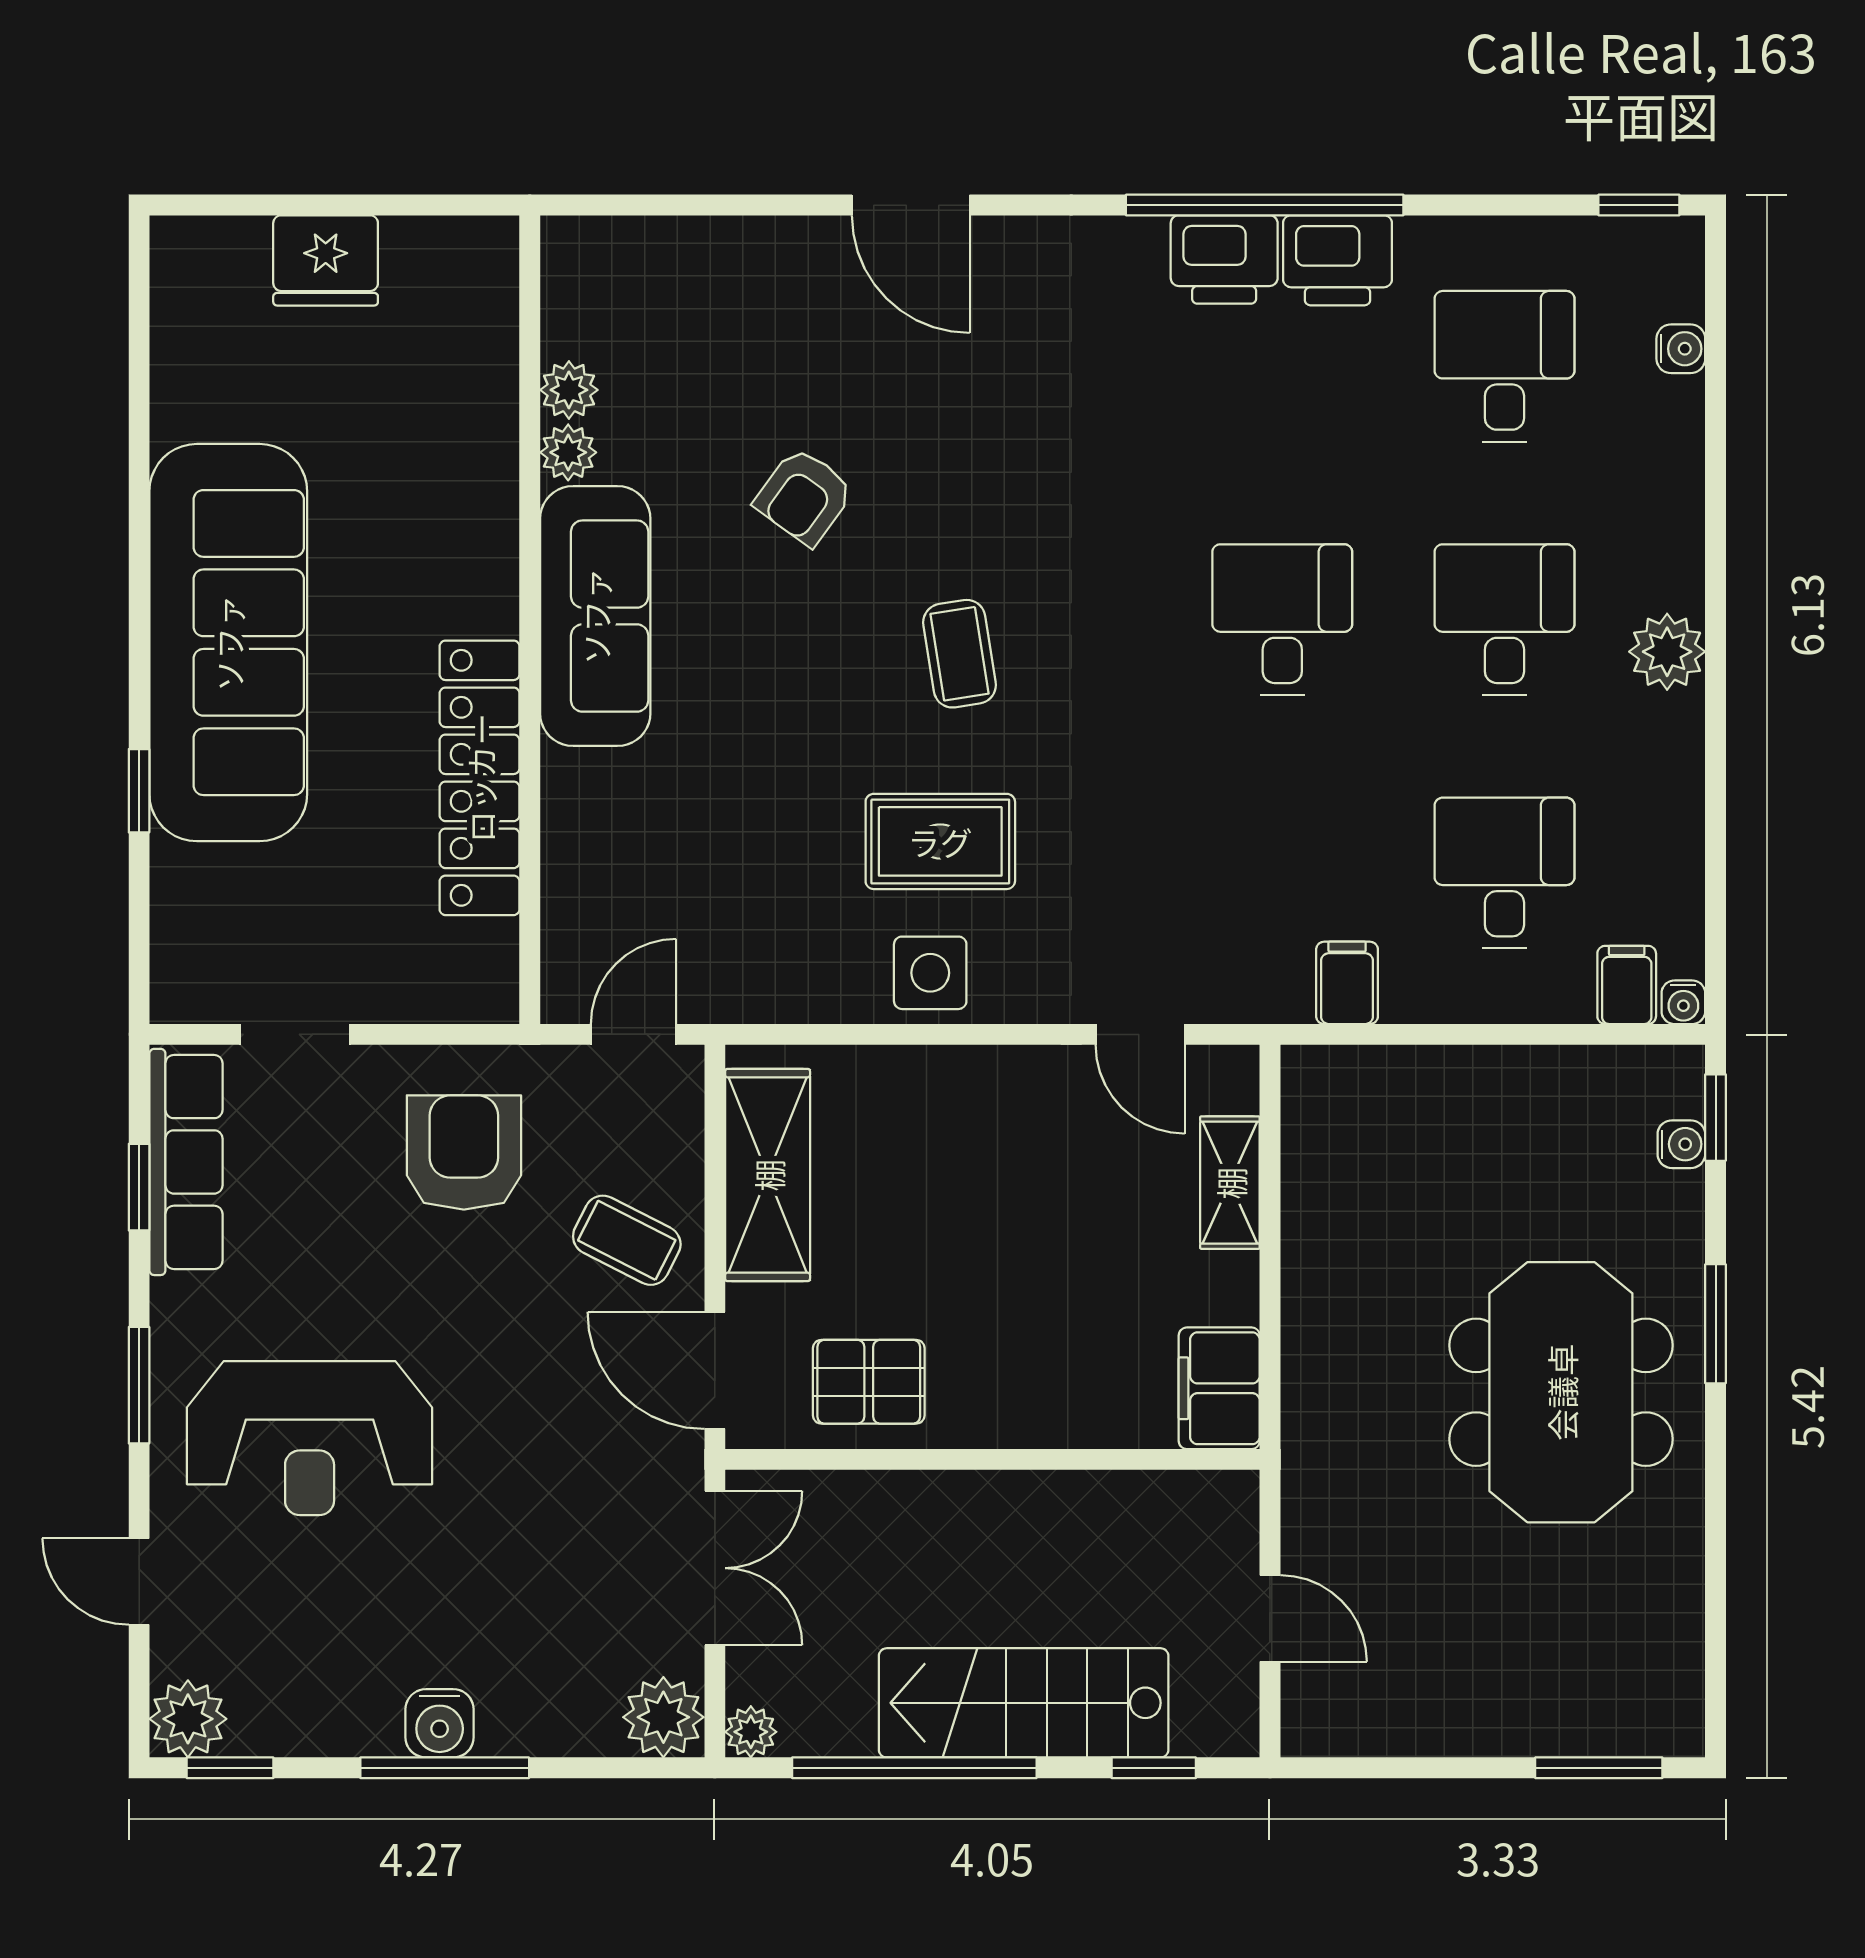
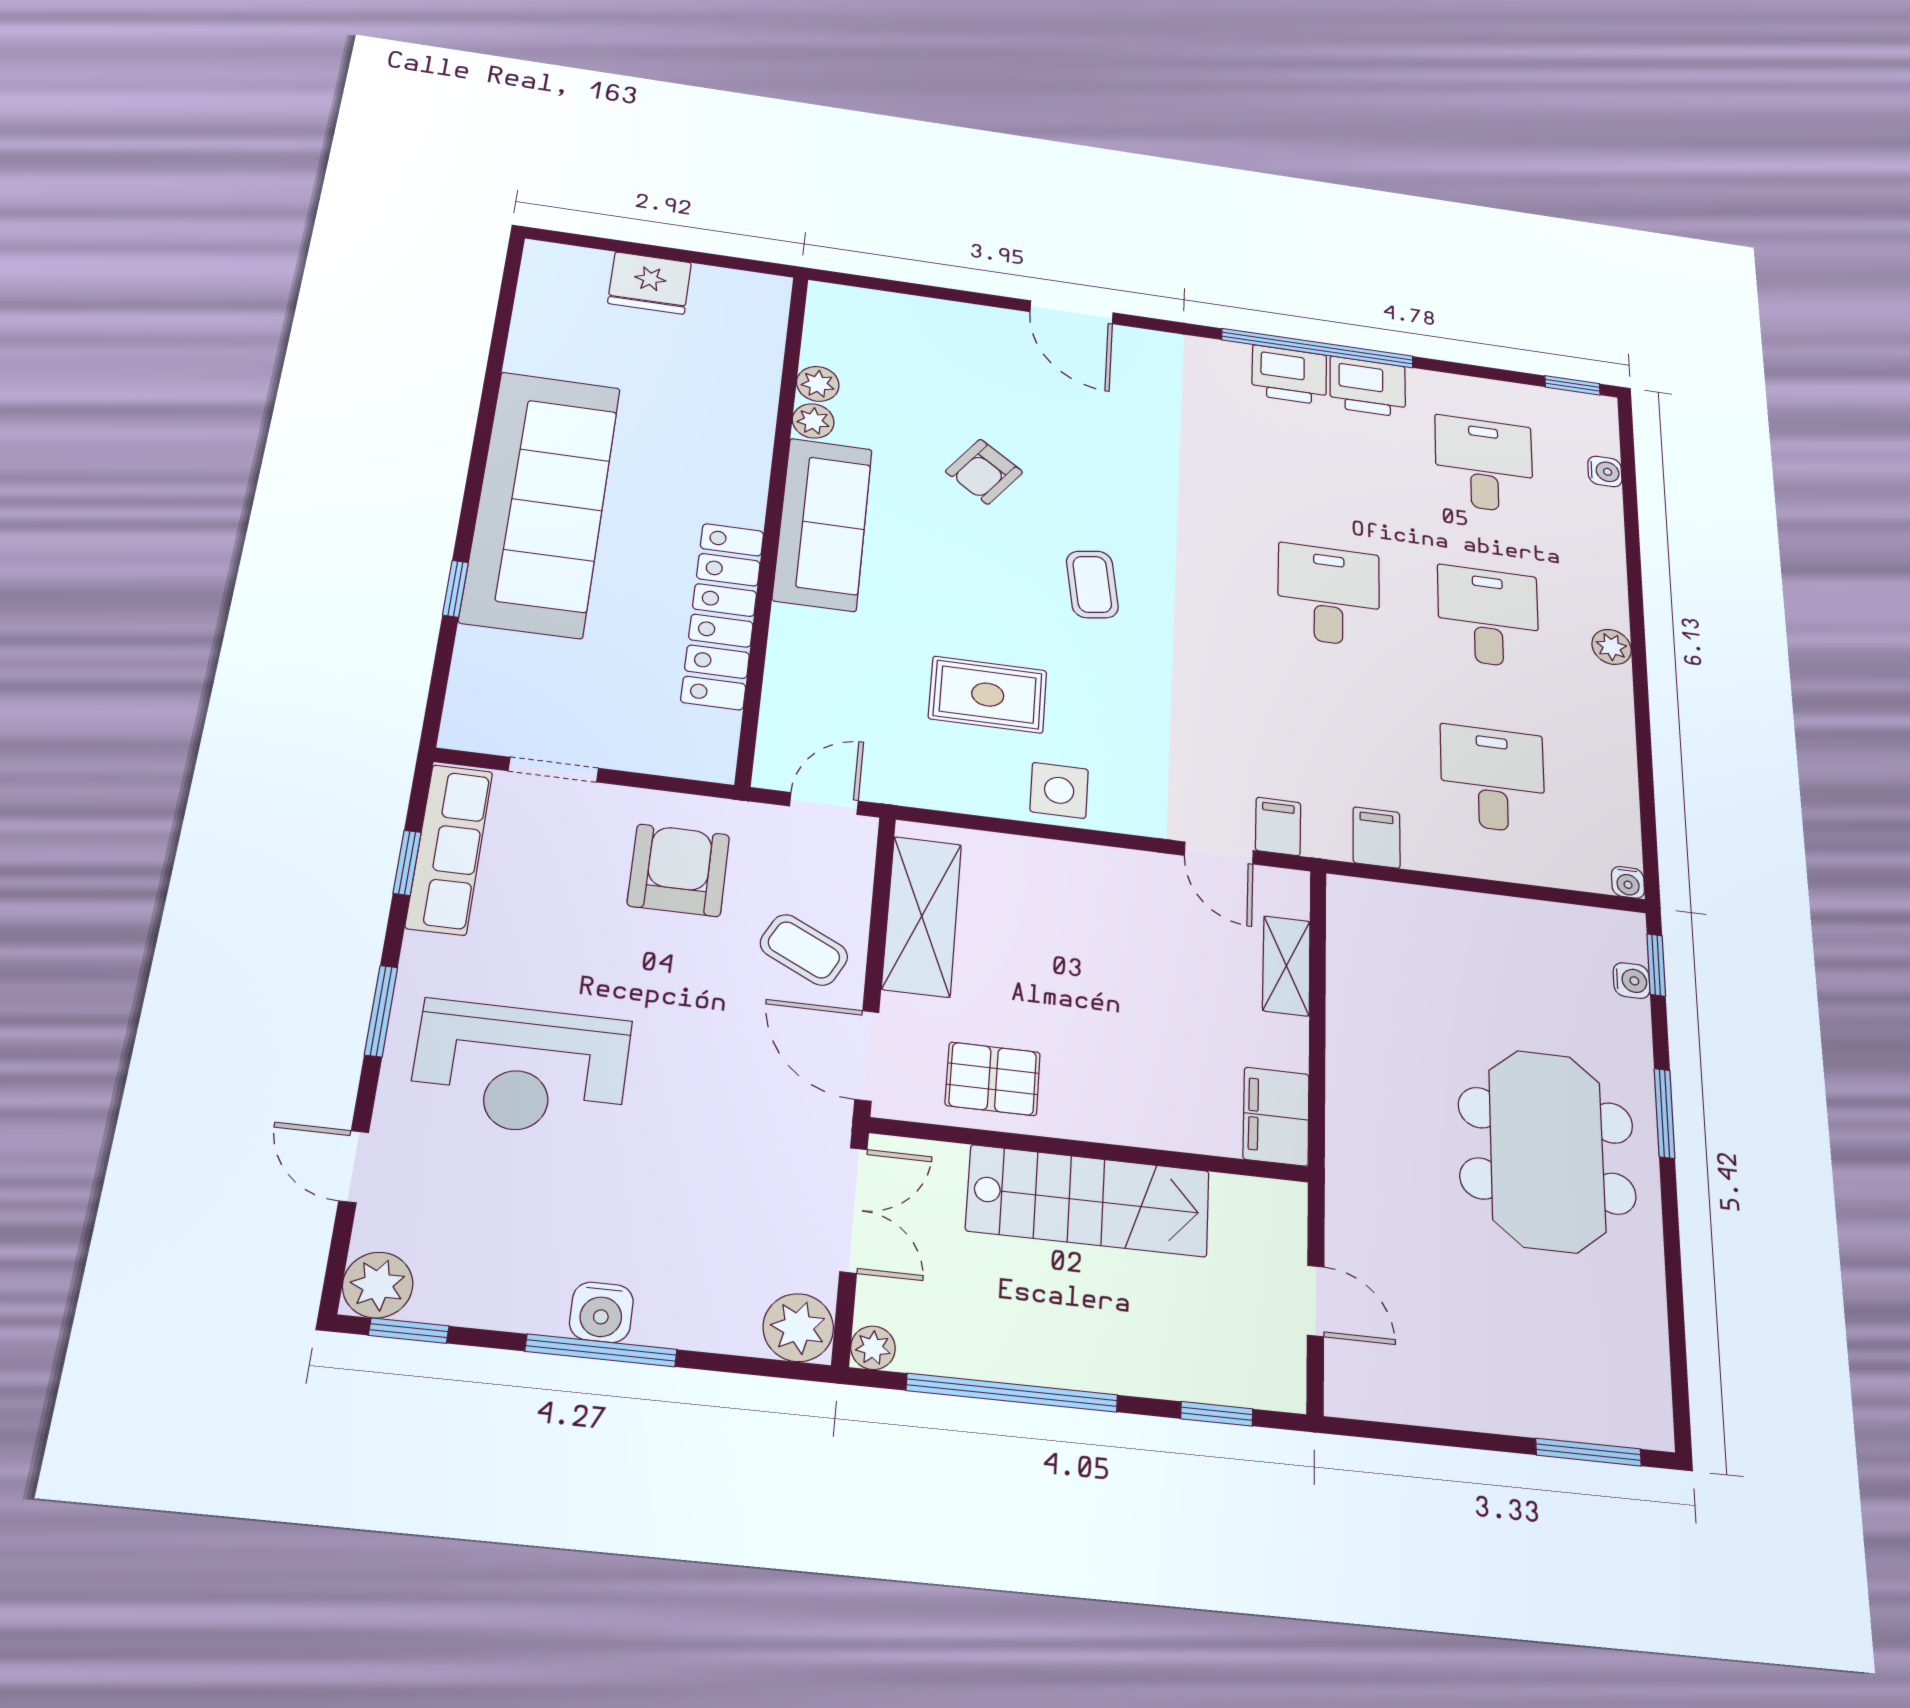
plant: (1667, 652) -> (1612, 647), width x0.73, depth x0.73
rug: (940, 841) -> (988, 695), moved
filing cabinet: (1627, 985) -> (1278, 826), moved
stairs: (1024, 1703) -> (1088, 1201), moved, turned 180

